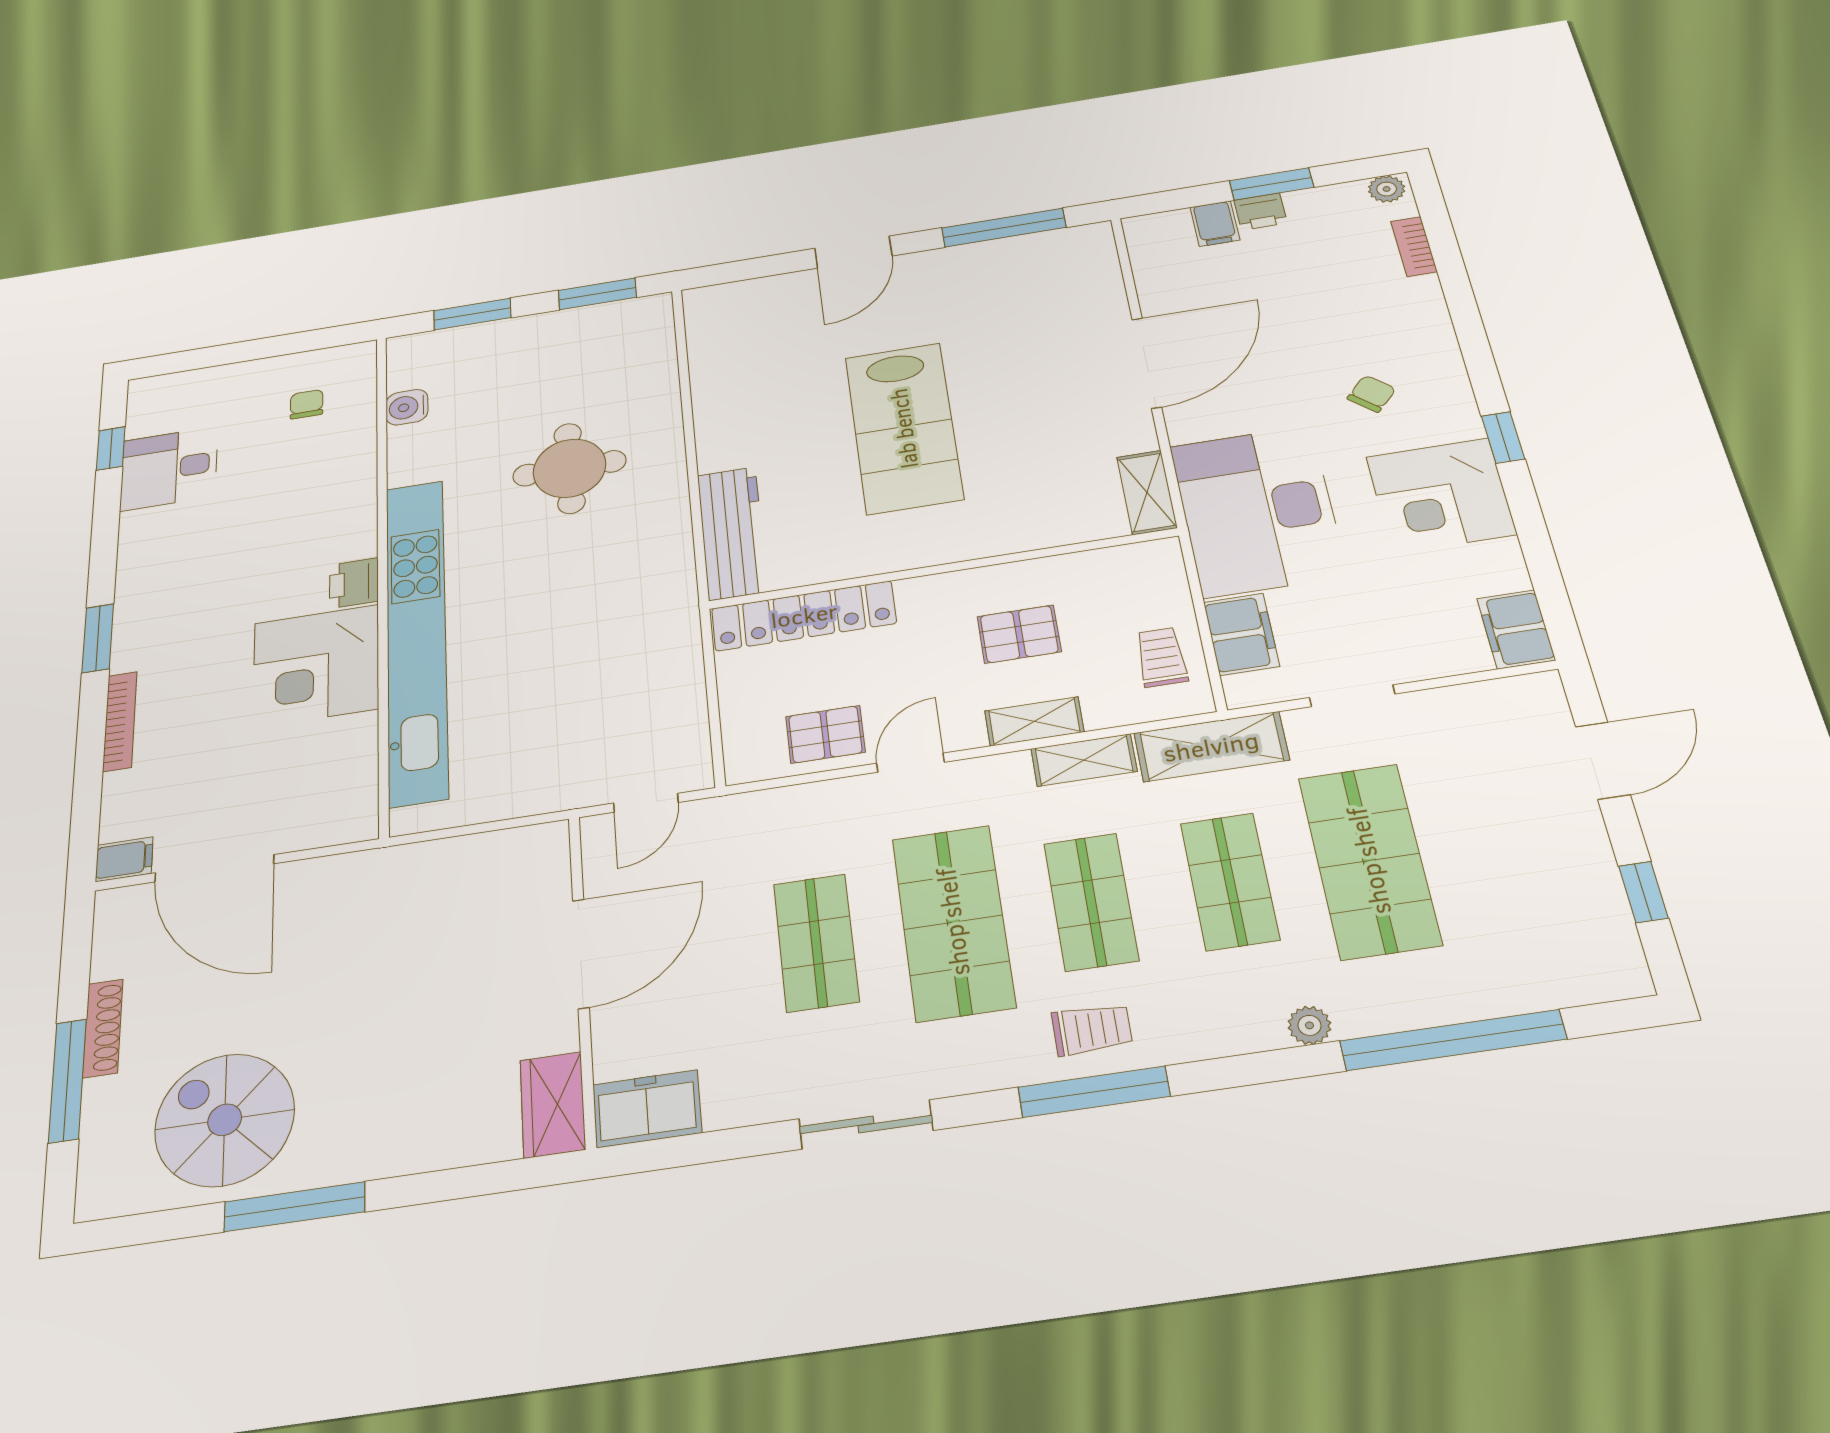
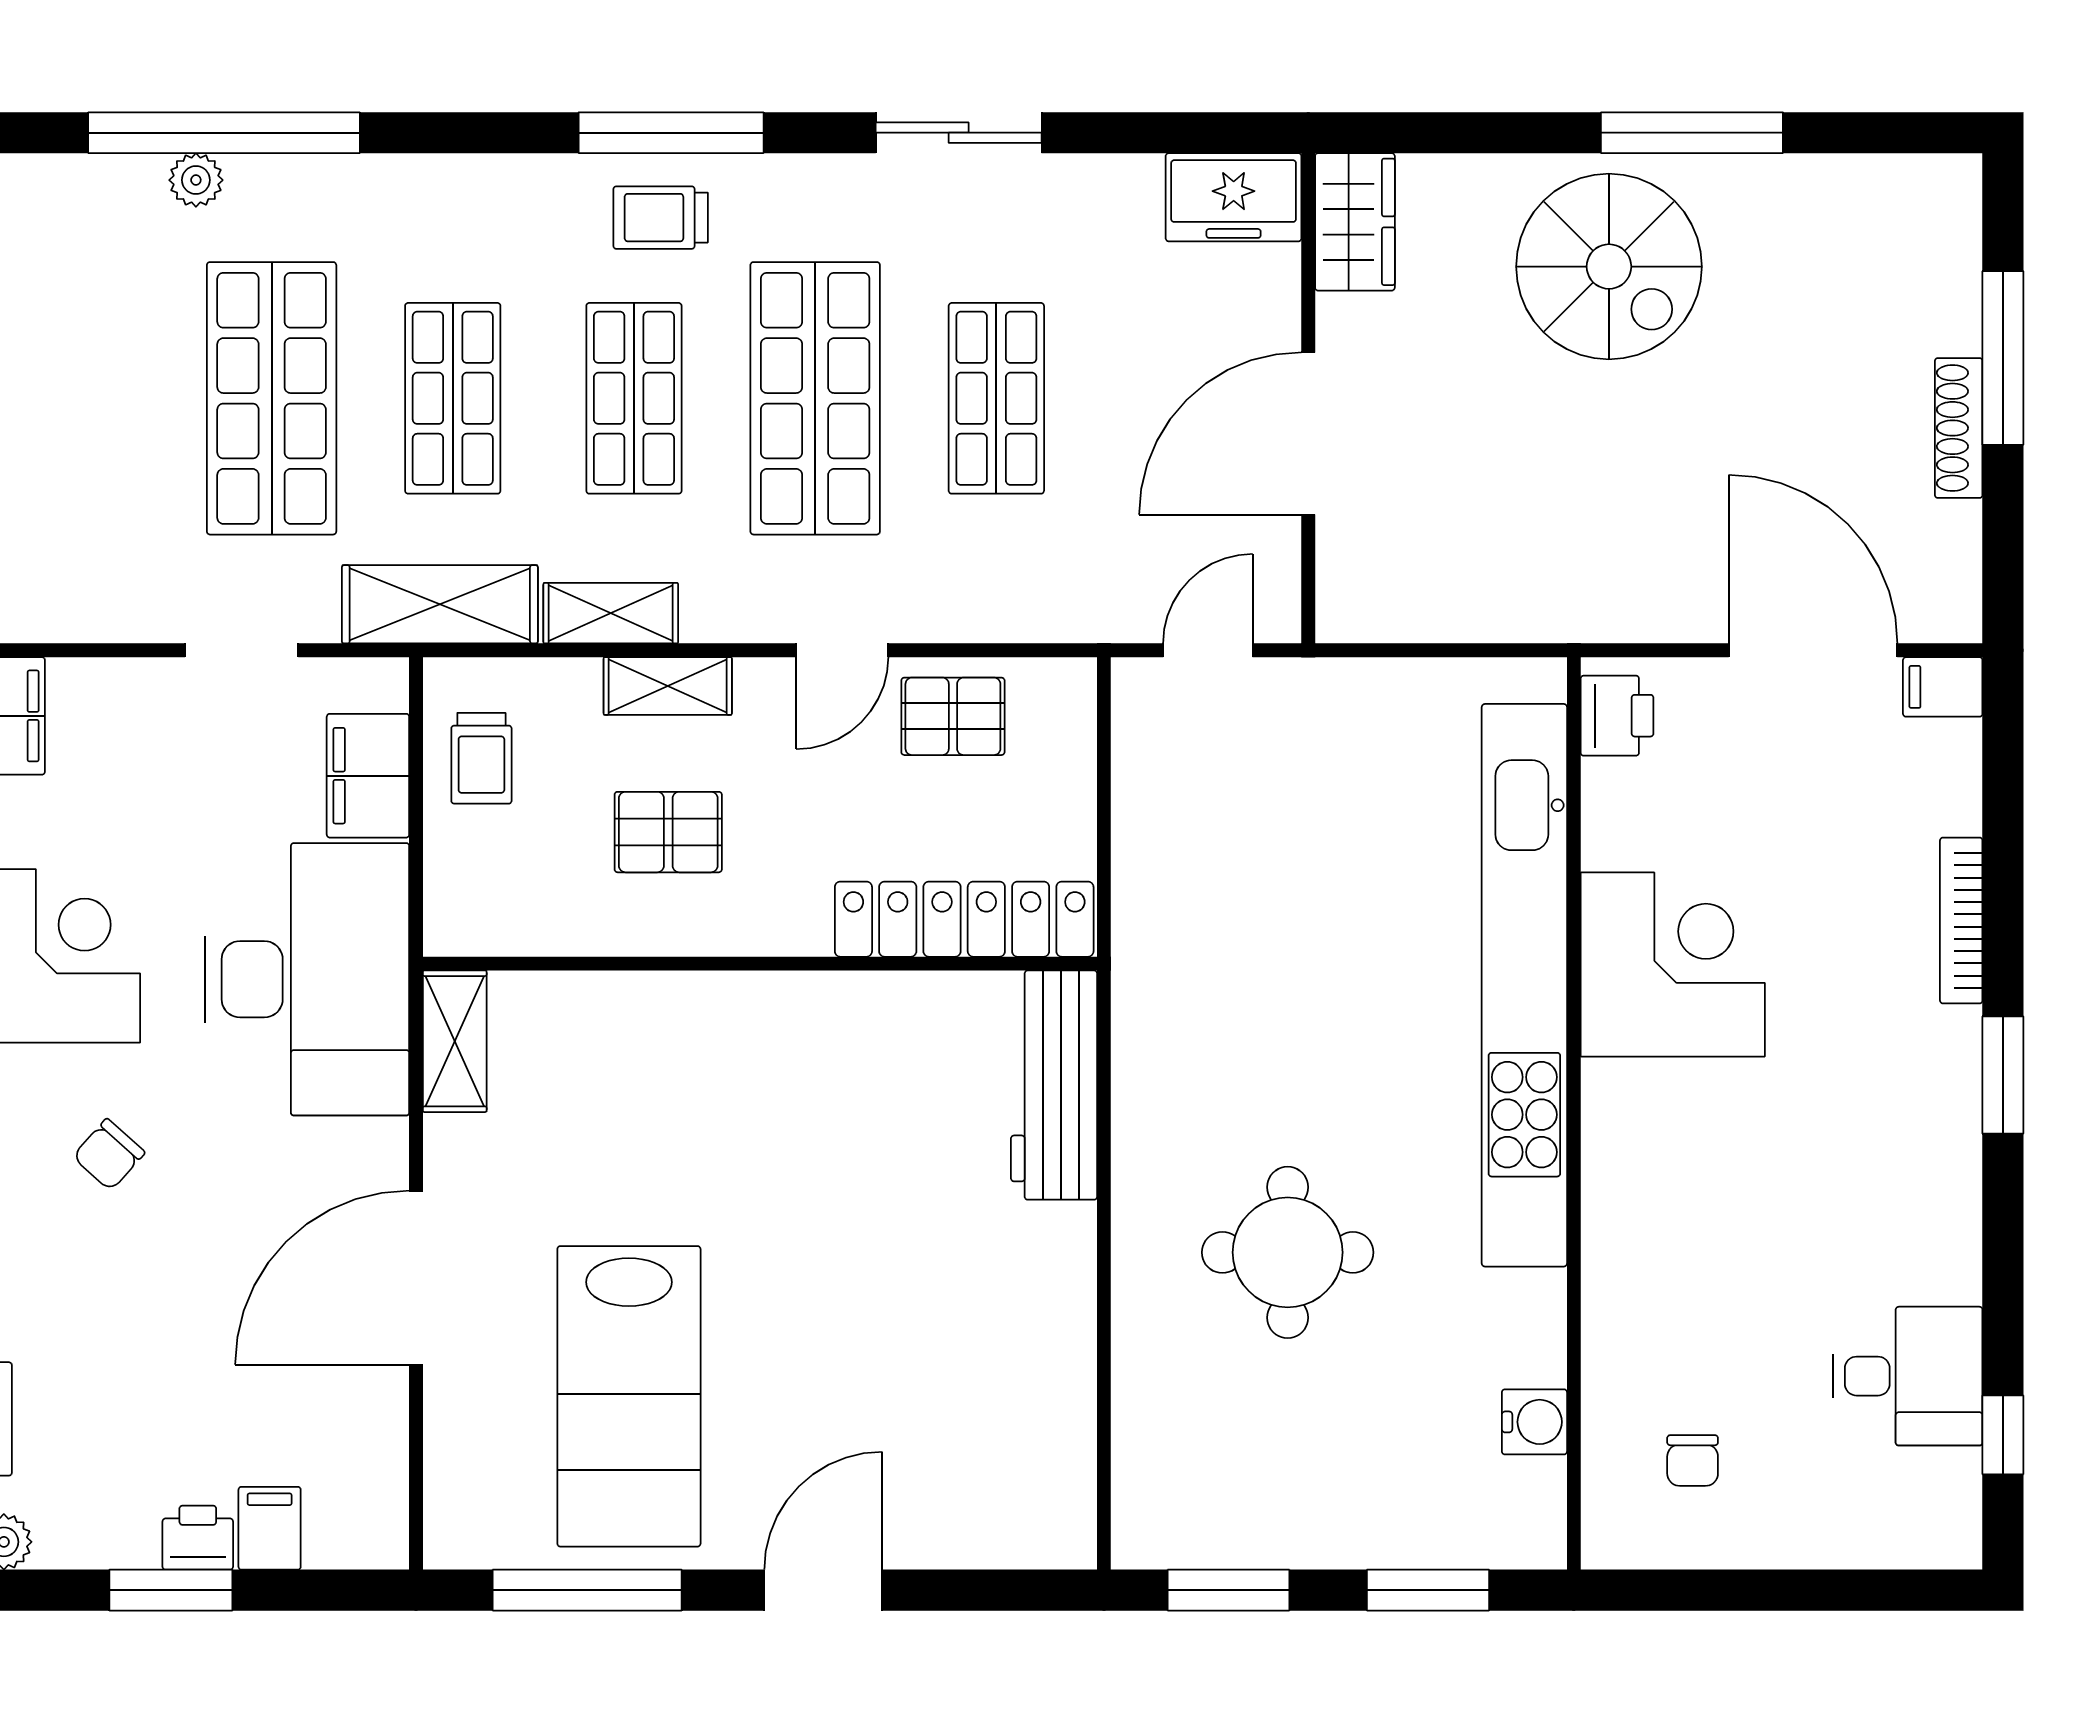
lab bench: (904, 428) -> (629, 1396), moved, turned 180
printer: (354, 583) -> (1617, 716), moved
plant: (1309, 1025) -> (196, 180), moved
spiral stairs: (225, 1120) -> (1609, 267), moved

